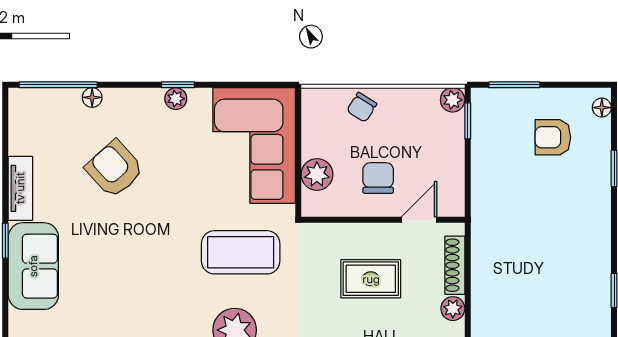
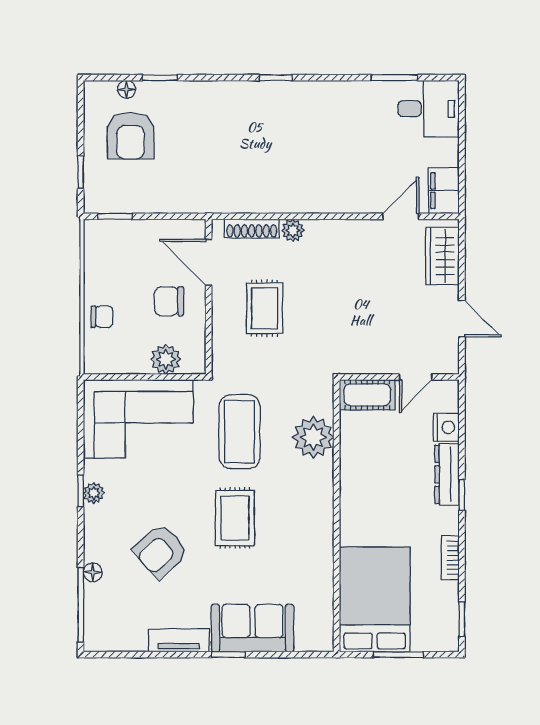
window: (514, 85) -> (81, 172), width x0.67
plant: (453, 100) -> (95, 231), removed
chair: (362, 107) -> (102, 317), turned -32
floor lamp: (602, 108) -> (126, 89), moved
armchair: (553, 137) -> (130, 136), width x1.38, depth x1.38
door: (419, 220) -> (209, 262), width x1.37
rug: (149, 247) -> (235, 518), added

